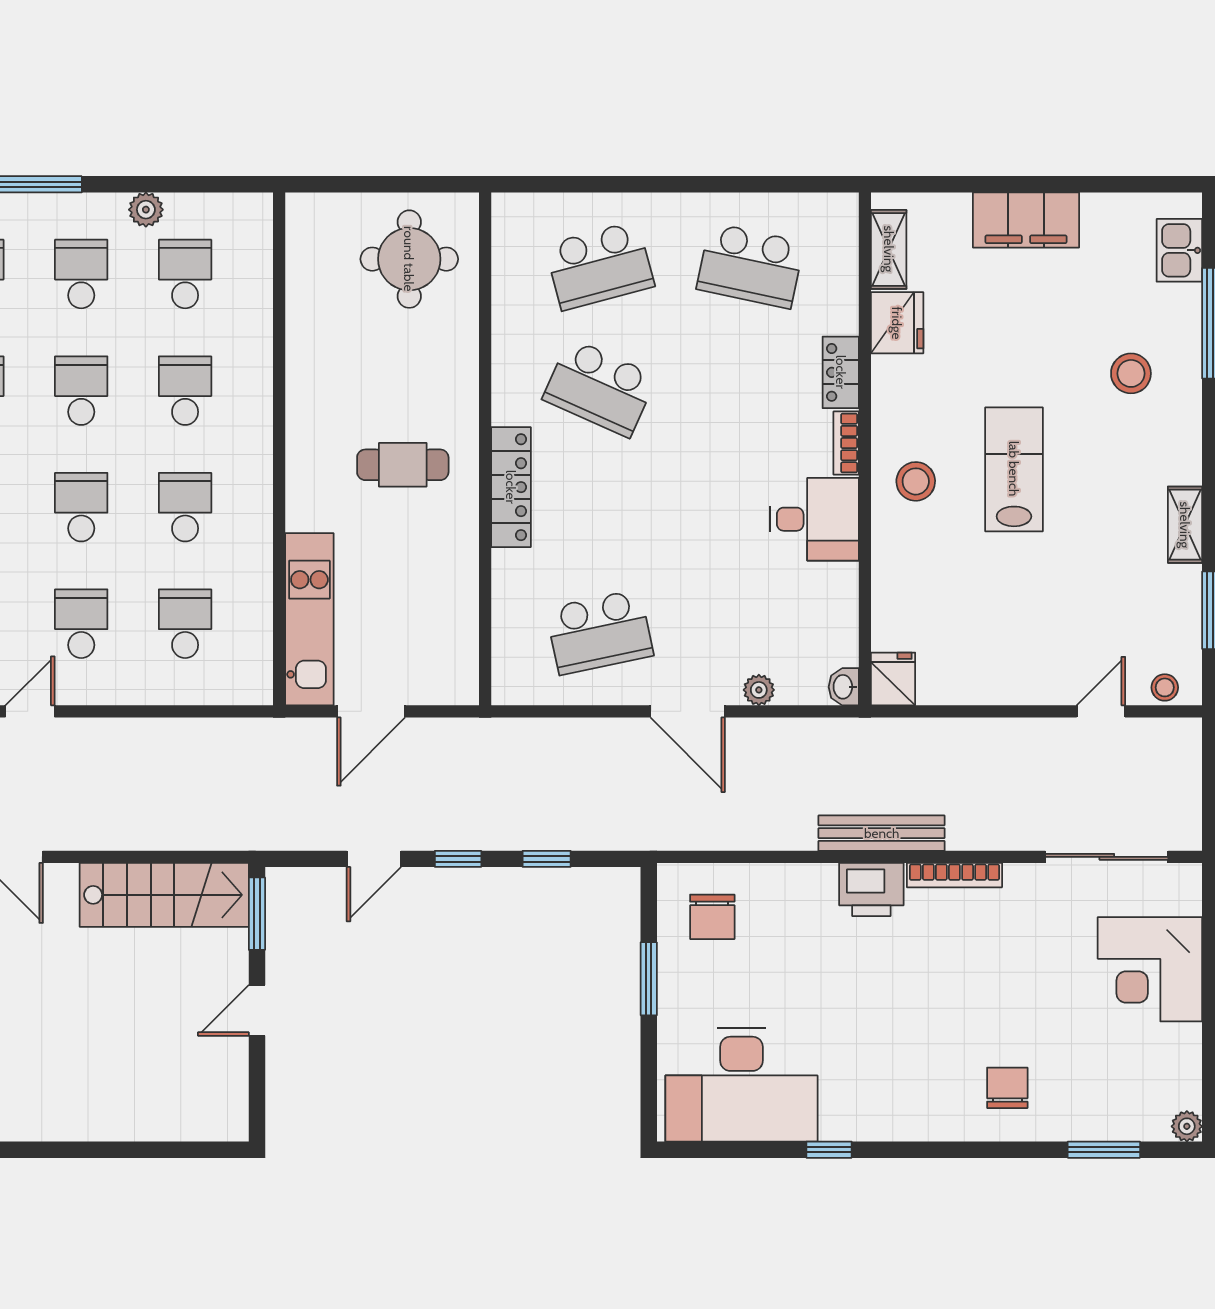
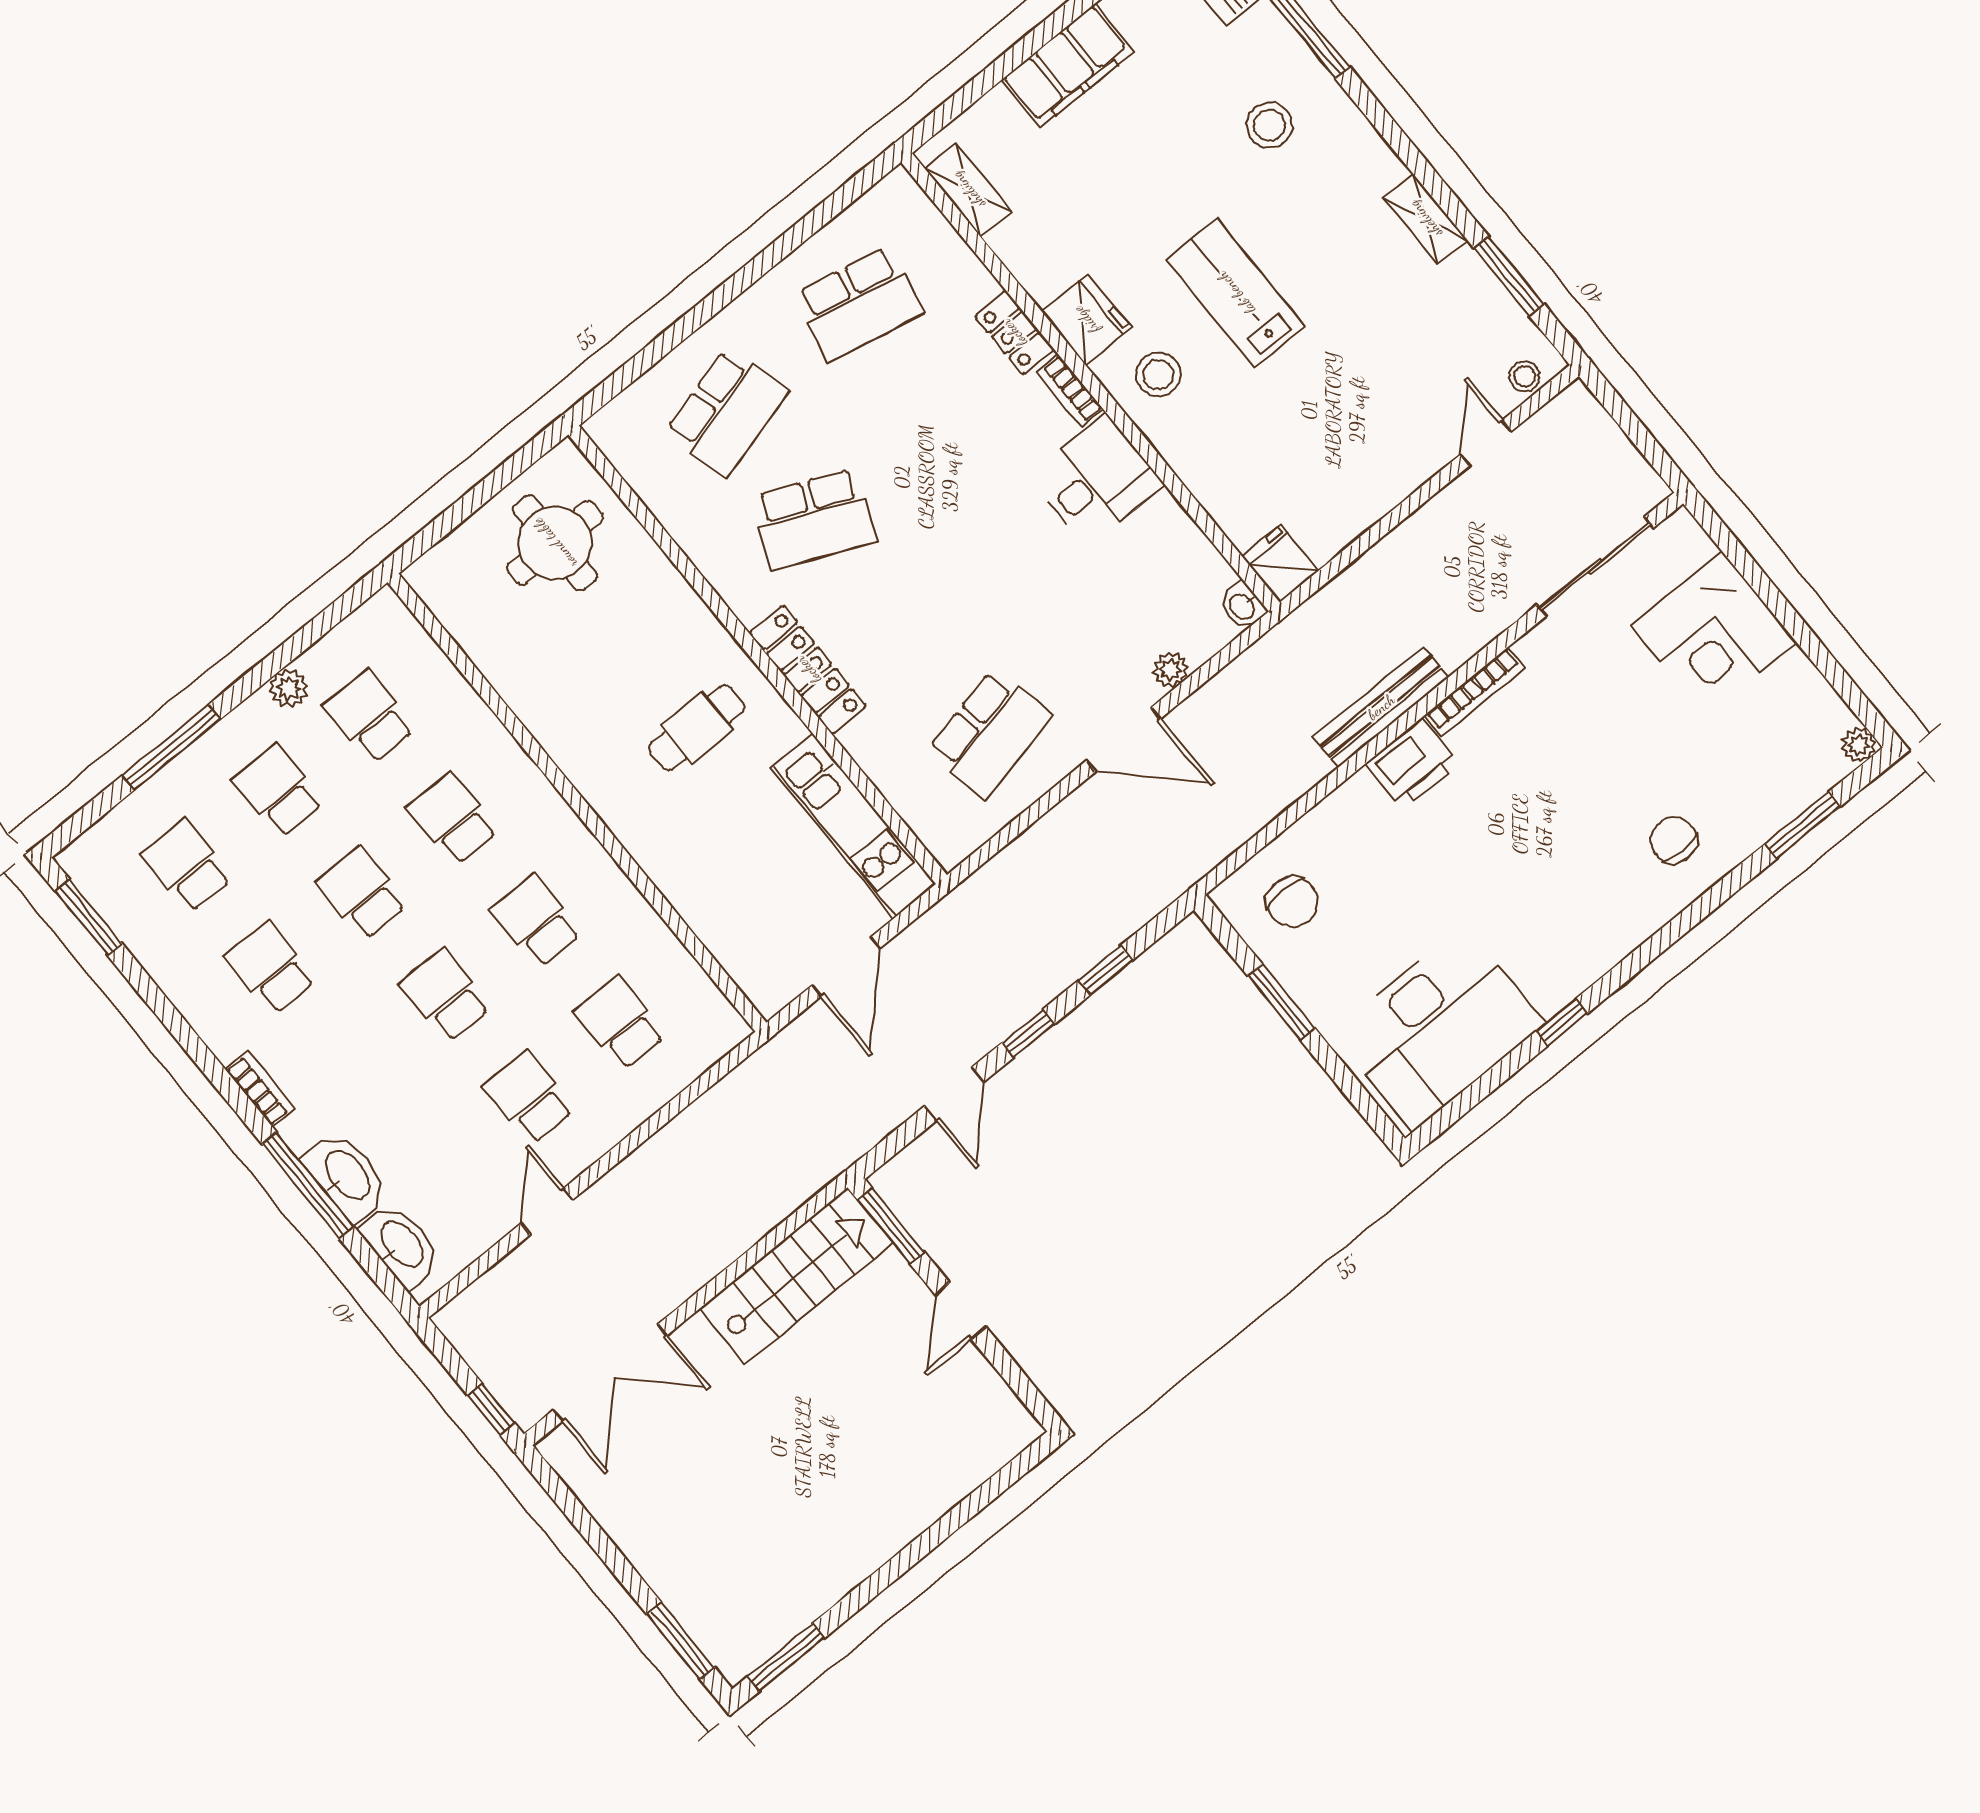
fridge: (897, 323) -> (1086, 320), moved
kitchen unit: (309, 619) -> (853, 826), moved, turned 180

